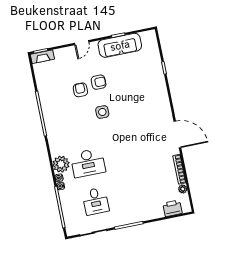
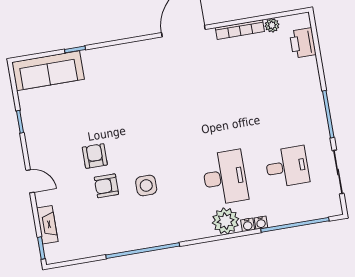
sofa: (120, 45) -> (48, 71), moved, turned 90
fireplace: (42, 57) -> (47, 225), moved
side table: (102, 112) -> (146, 186), moved

